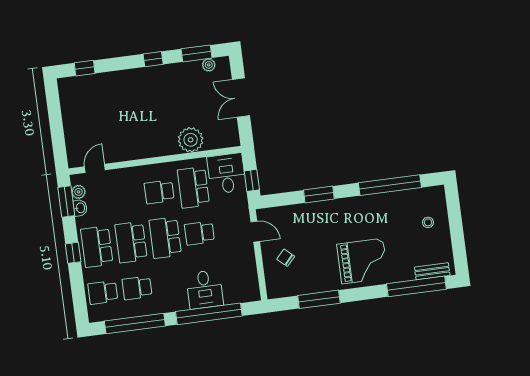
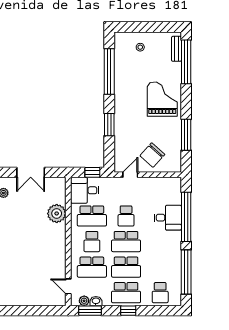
chair: (286, 258) -> (152, 155), width x1.87, depth x1.87
school desk: (137, 288) -> (92, 267), moved, width x1.85

